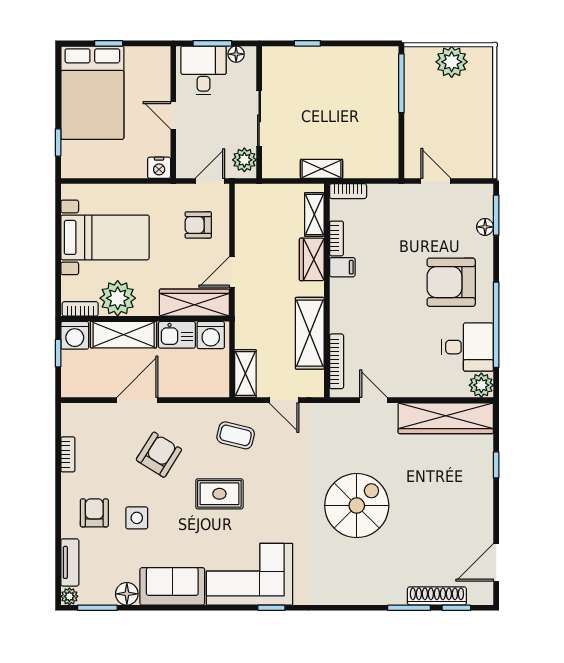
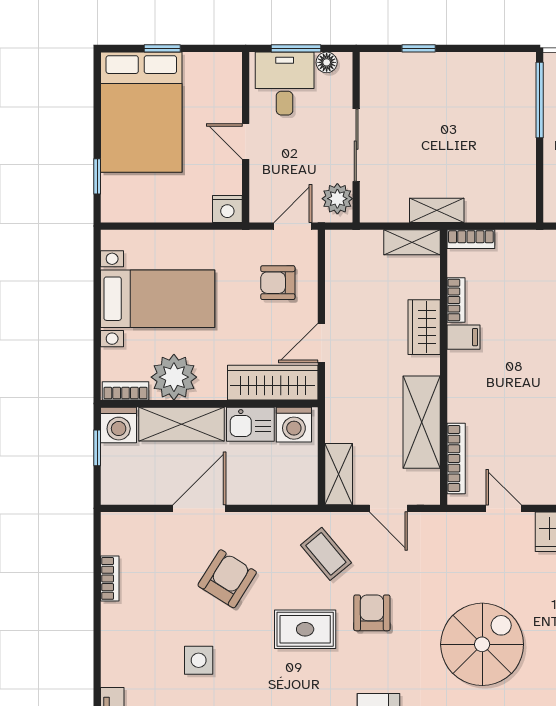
shelving: (314, 215) -> (412, 242), moved, turned 90
coffee table: (236, 435) -> (326, 554), turned 36
armchair: (94, 513) -> (372, 613), moved

